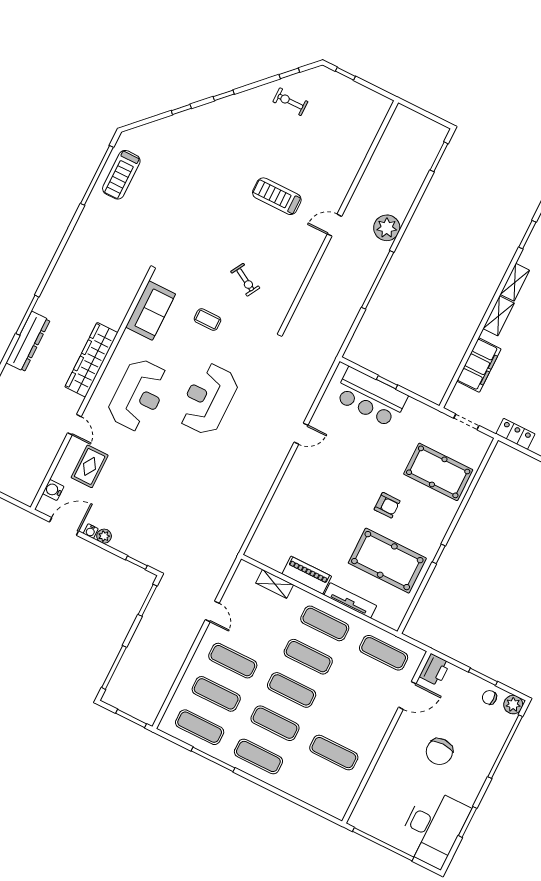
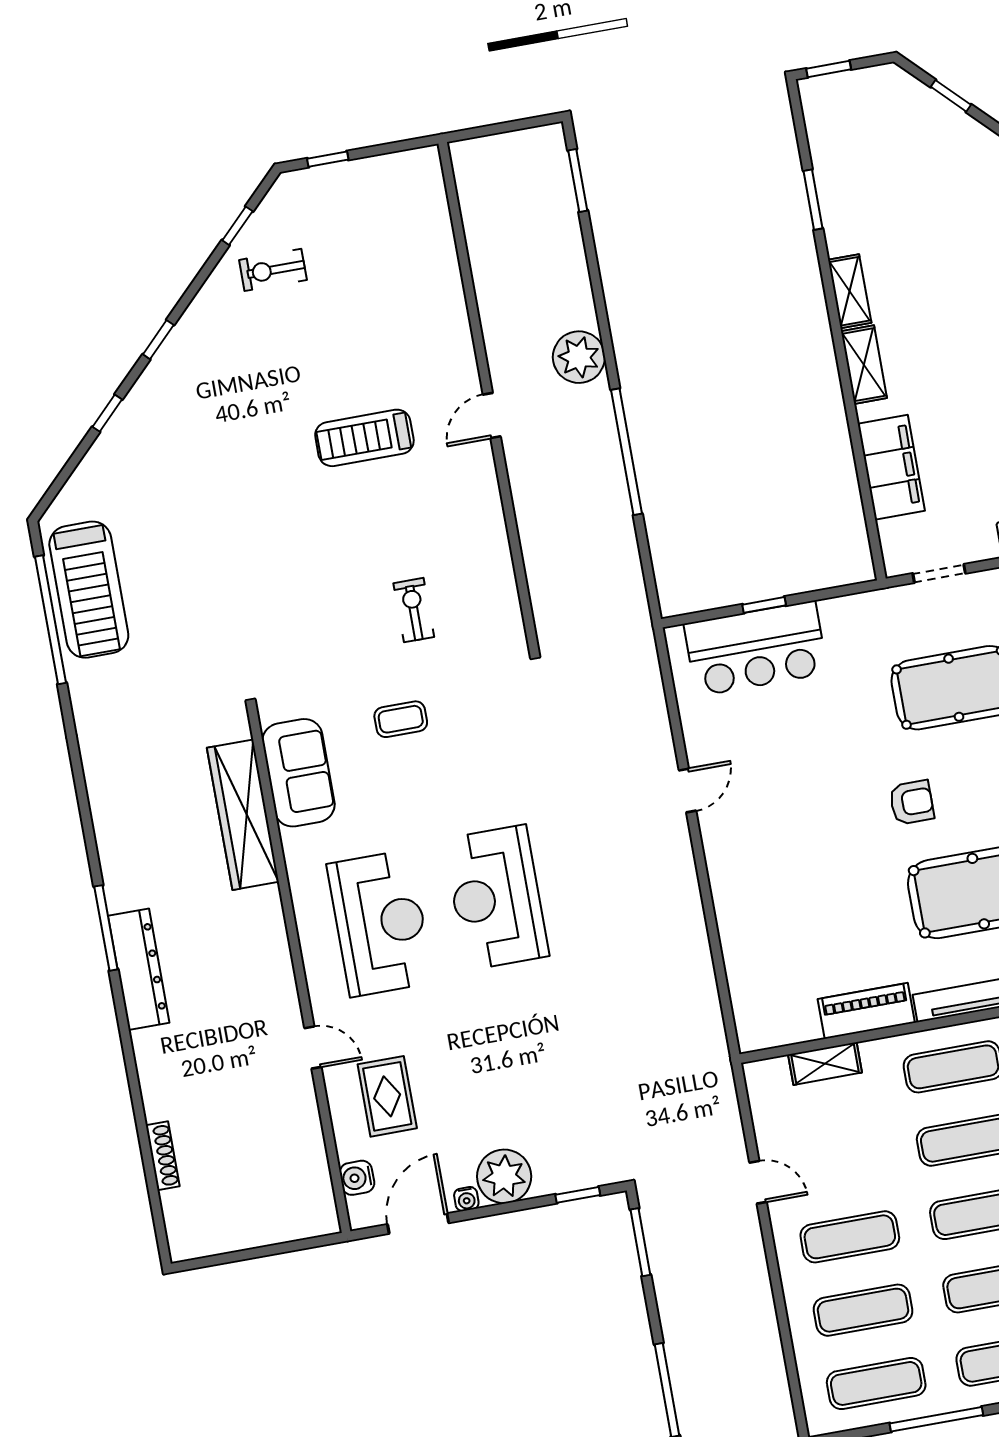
treadmill: (121, 175) -> (89, 590), width x1.37, depth x1.38
exercise bike: (245, 280) -> (414, 610), turned -120
wardrobe: (91, 360) -> (243, 815), moved
reception desk: (208, 399) -> (496, 898), moved
plant: (104, 536) -> (504, 1176), width x1.88, depth x1.88

